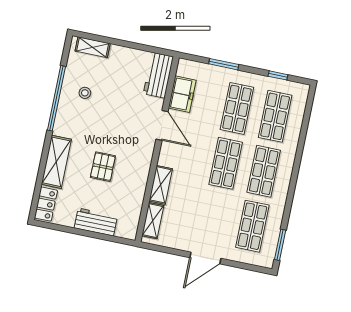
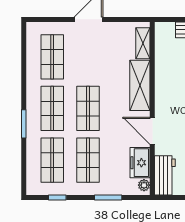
plant: (183, 69) -> (144, 185), added
shelving: (161, 185) -> (140, 85), width x1.50, depth x1.33
window: (280, 245) -> (24, 124), moved

